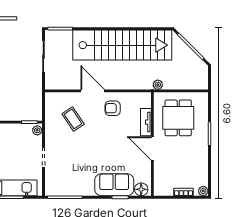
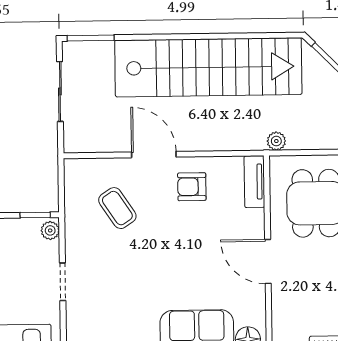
tv unit: (146, 122) -> (254, 182), moved

